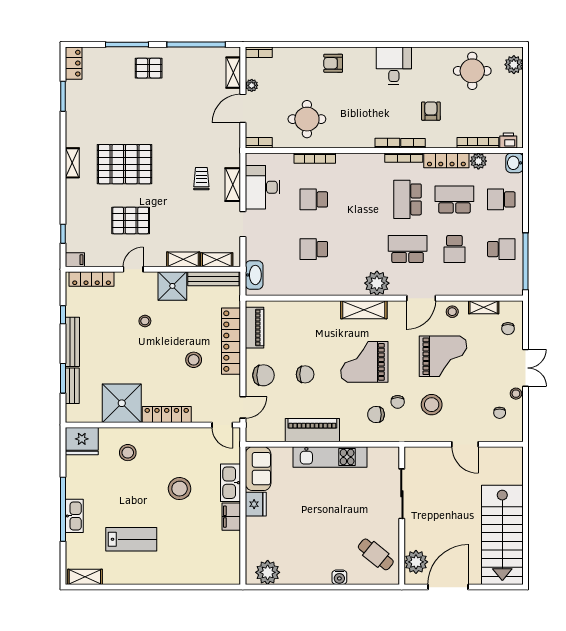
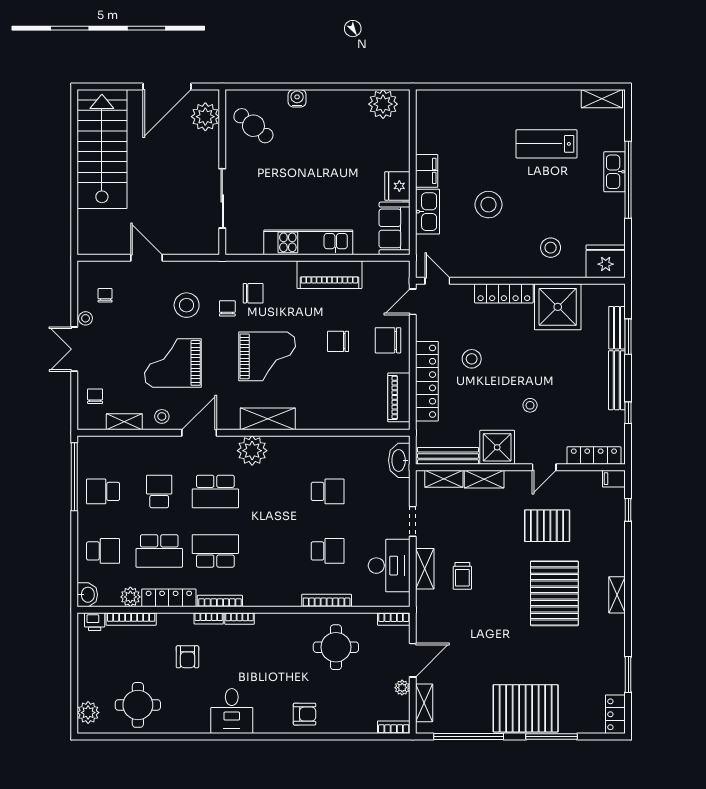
pallet: (149, 68) -> (526, 708), width x2.05, depth x2.00
pallet: (125, 164) -> (554, 593), turned 90
school desk: (408, 199) -> (215, 551), turned -90

